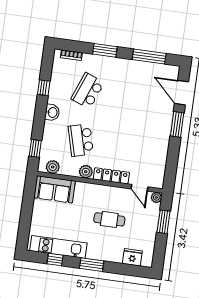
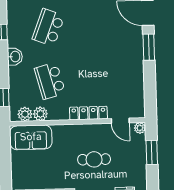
plant: (86, 172) -> (40, 114), moved

